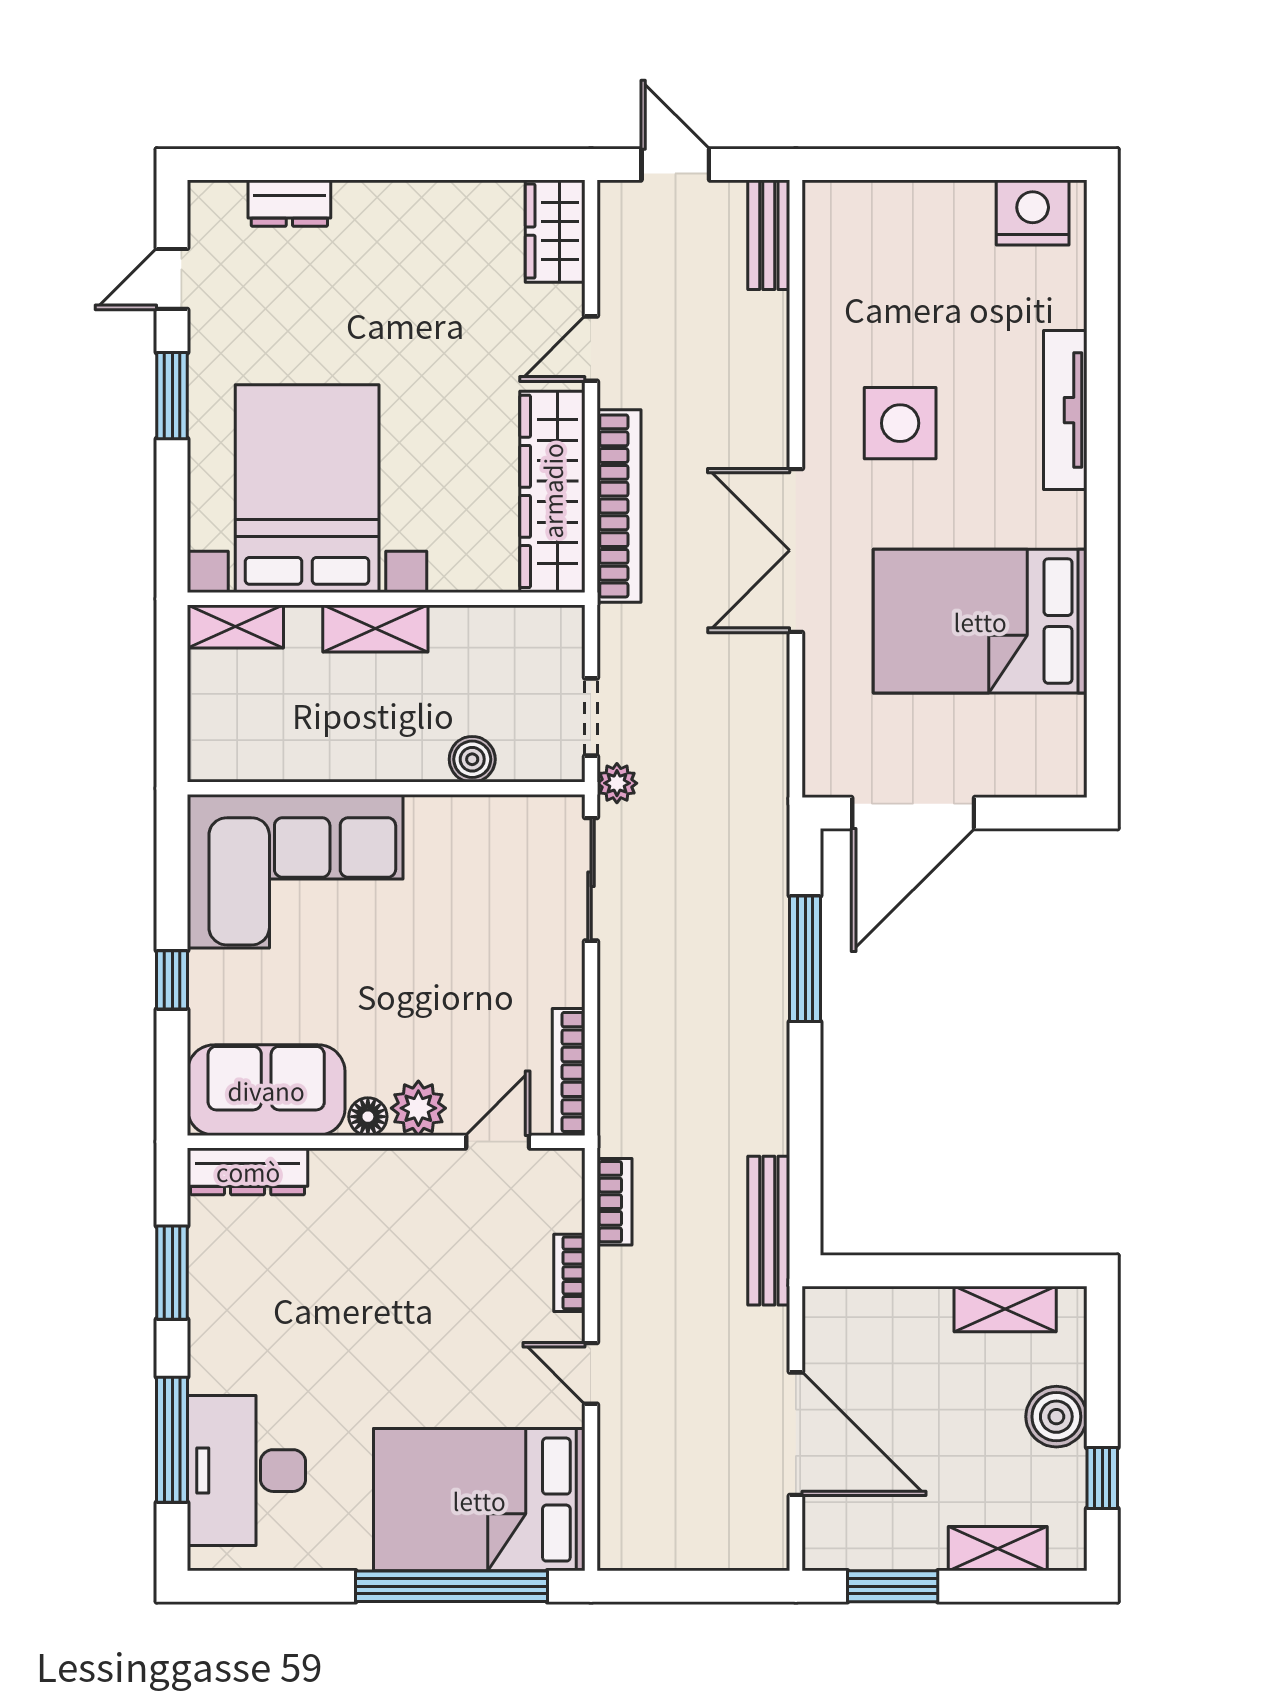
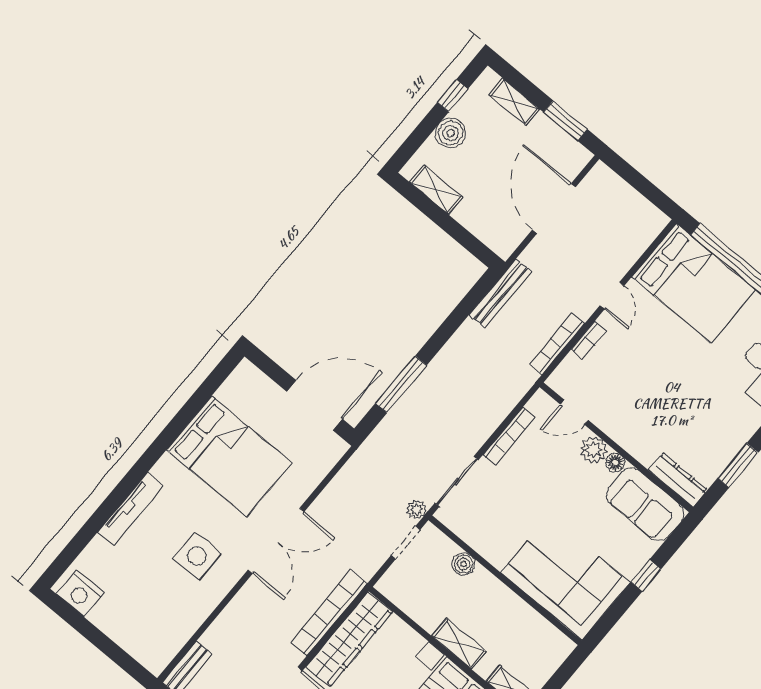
bookcase: (569, 1072) -> (509, 436), moved
bookcase: (614, 1202) -> (557, 344), width x1.56

